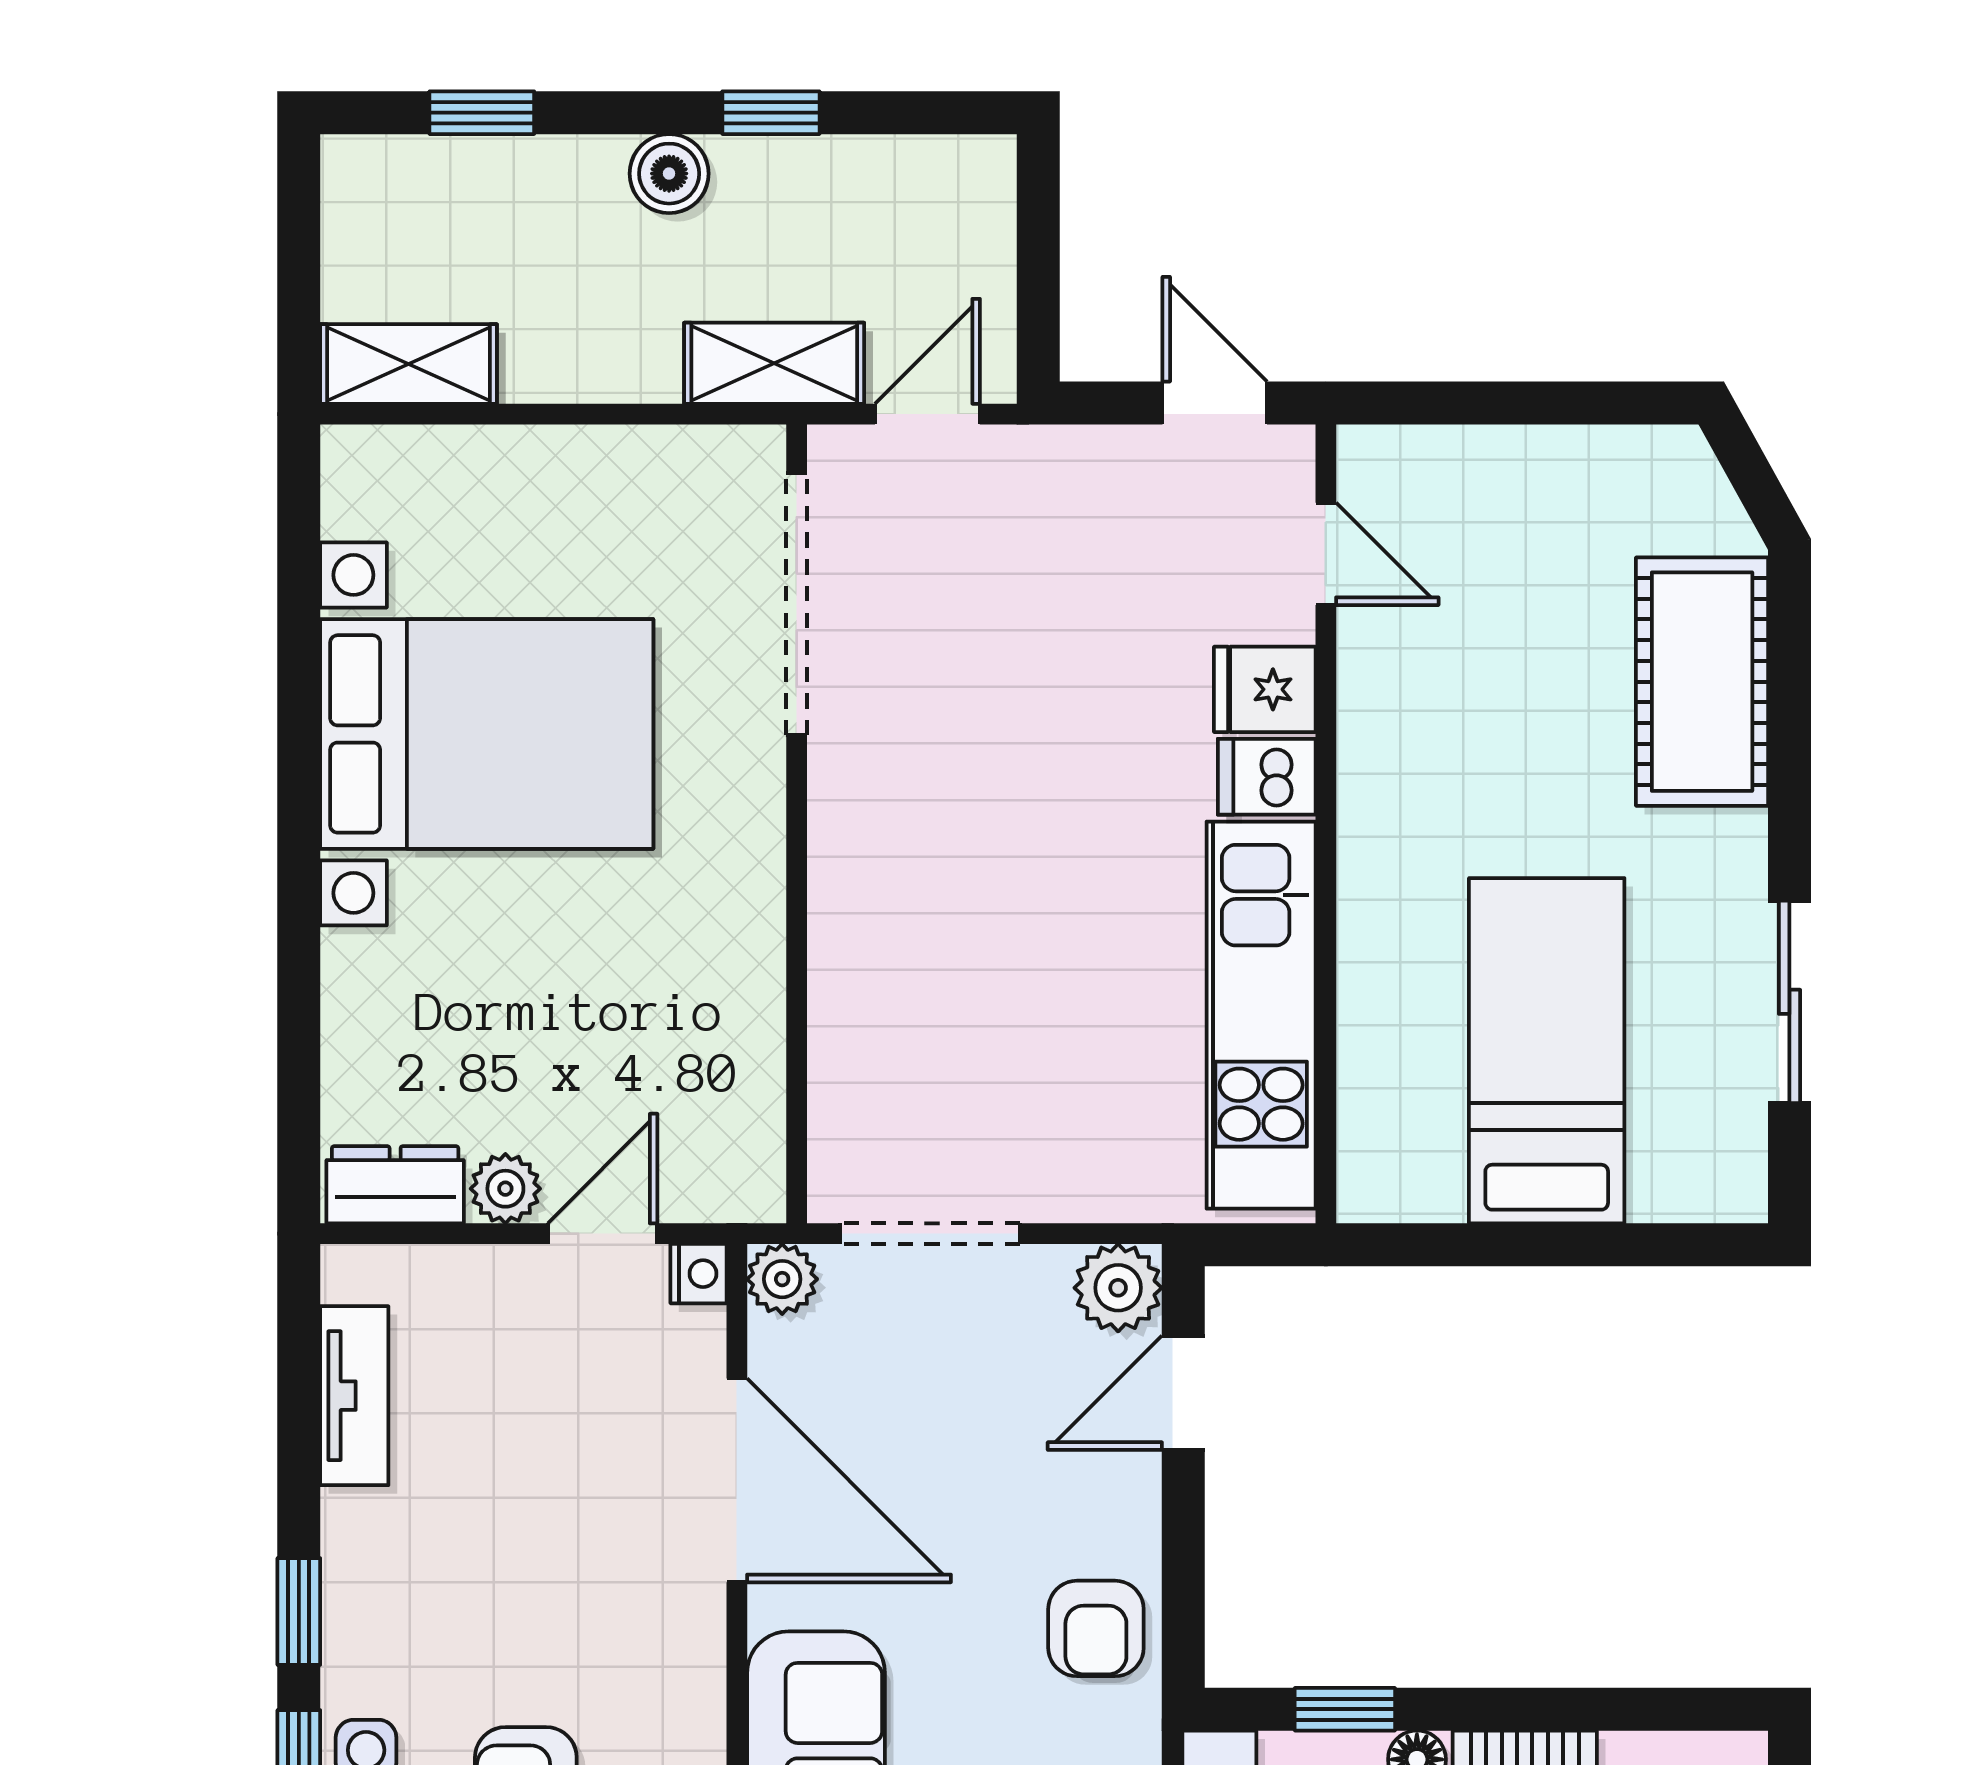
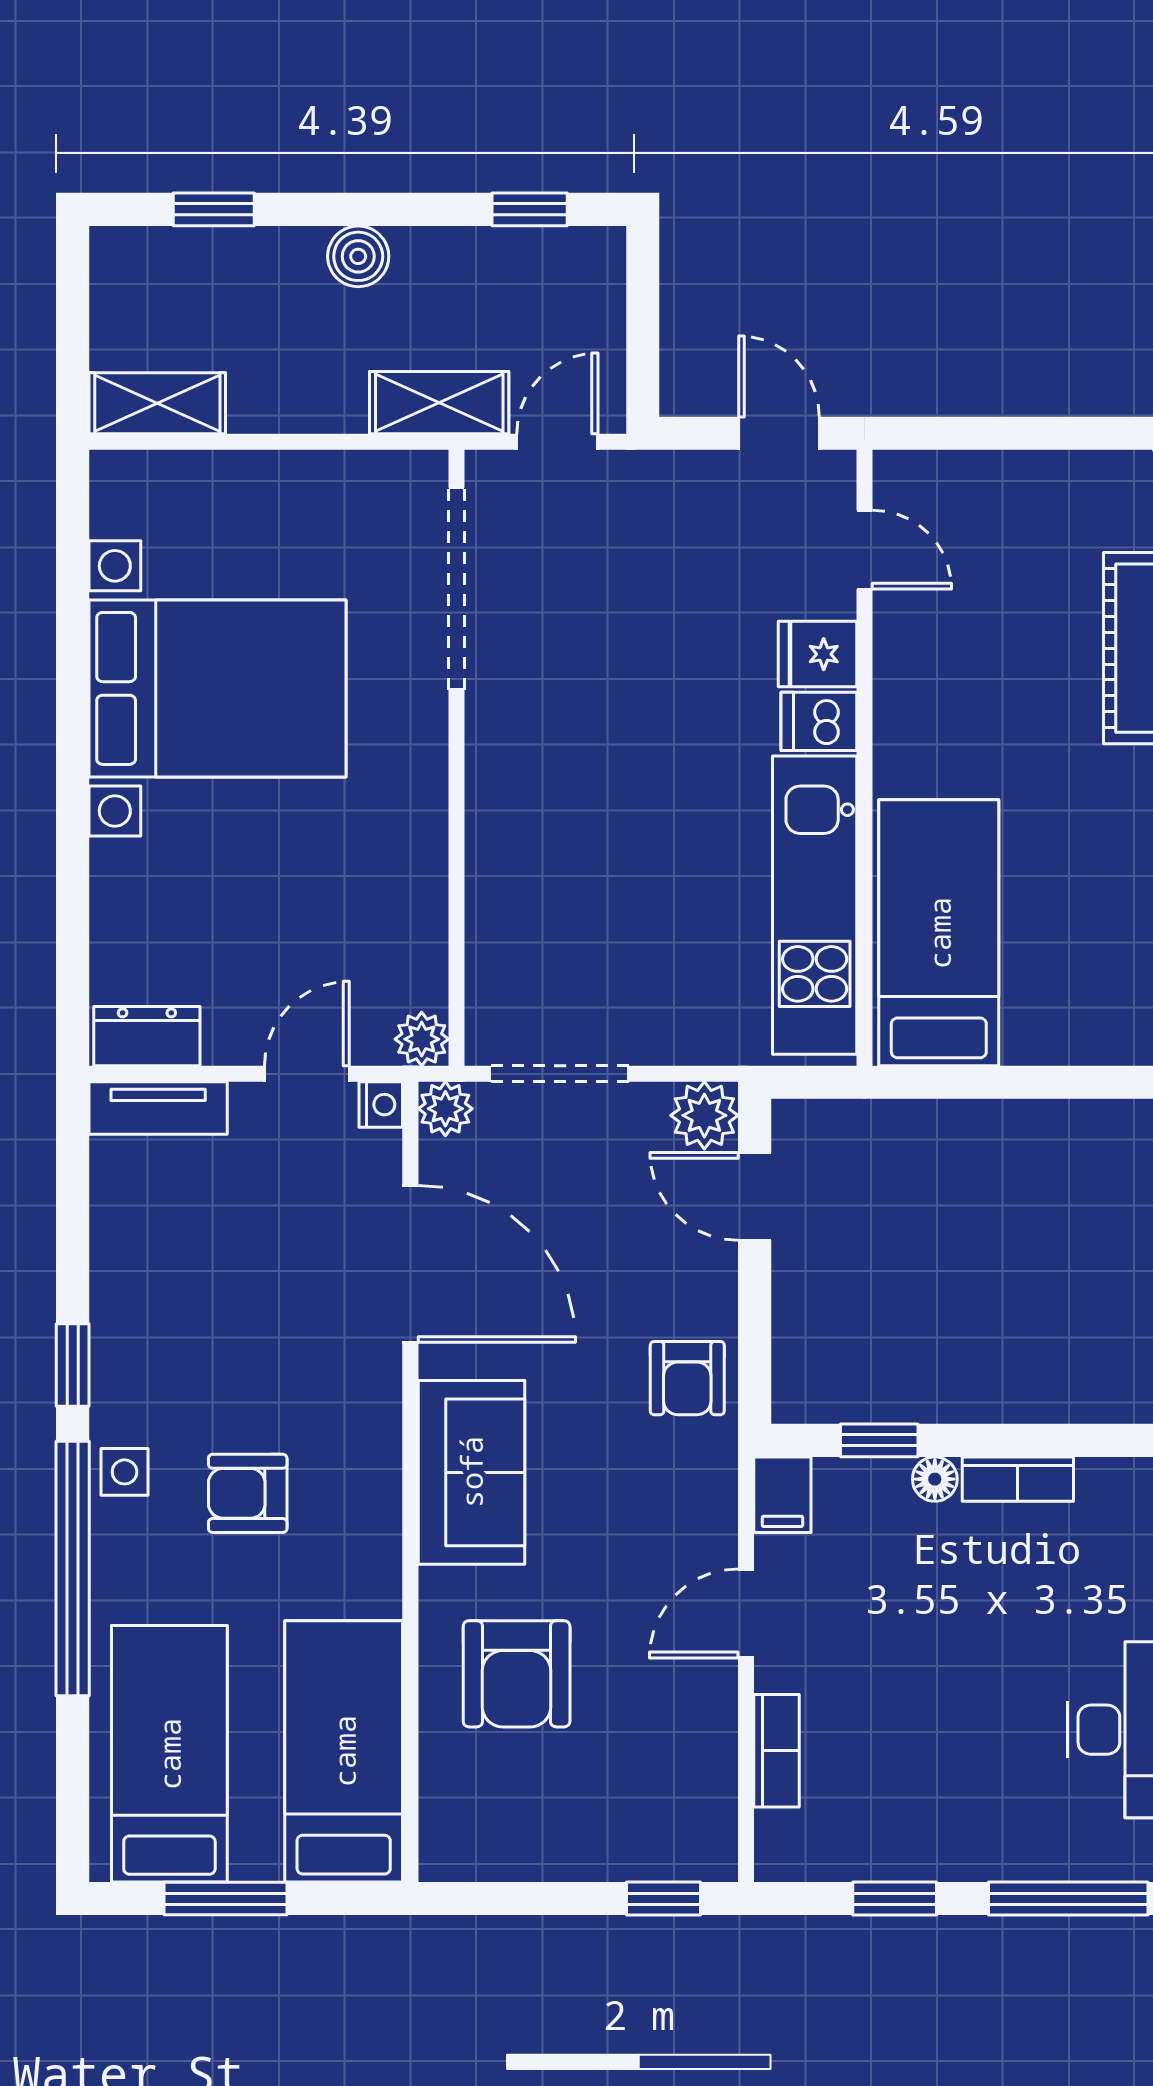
window: (771, 113) -> (530, 209), moved
bed: (1547, 1051) -> (939, 933), moved
plant: (505, 1189) -> (422, 1039), moved
door: (1183, 1393) -> (755, 1196), hinge flipped
tv unit: (354, 1396) -> (158, 1108), moved, turned 90

